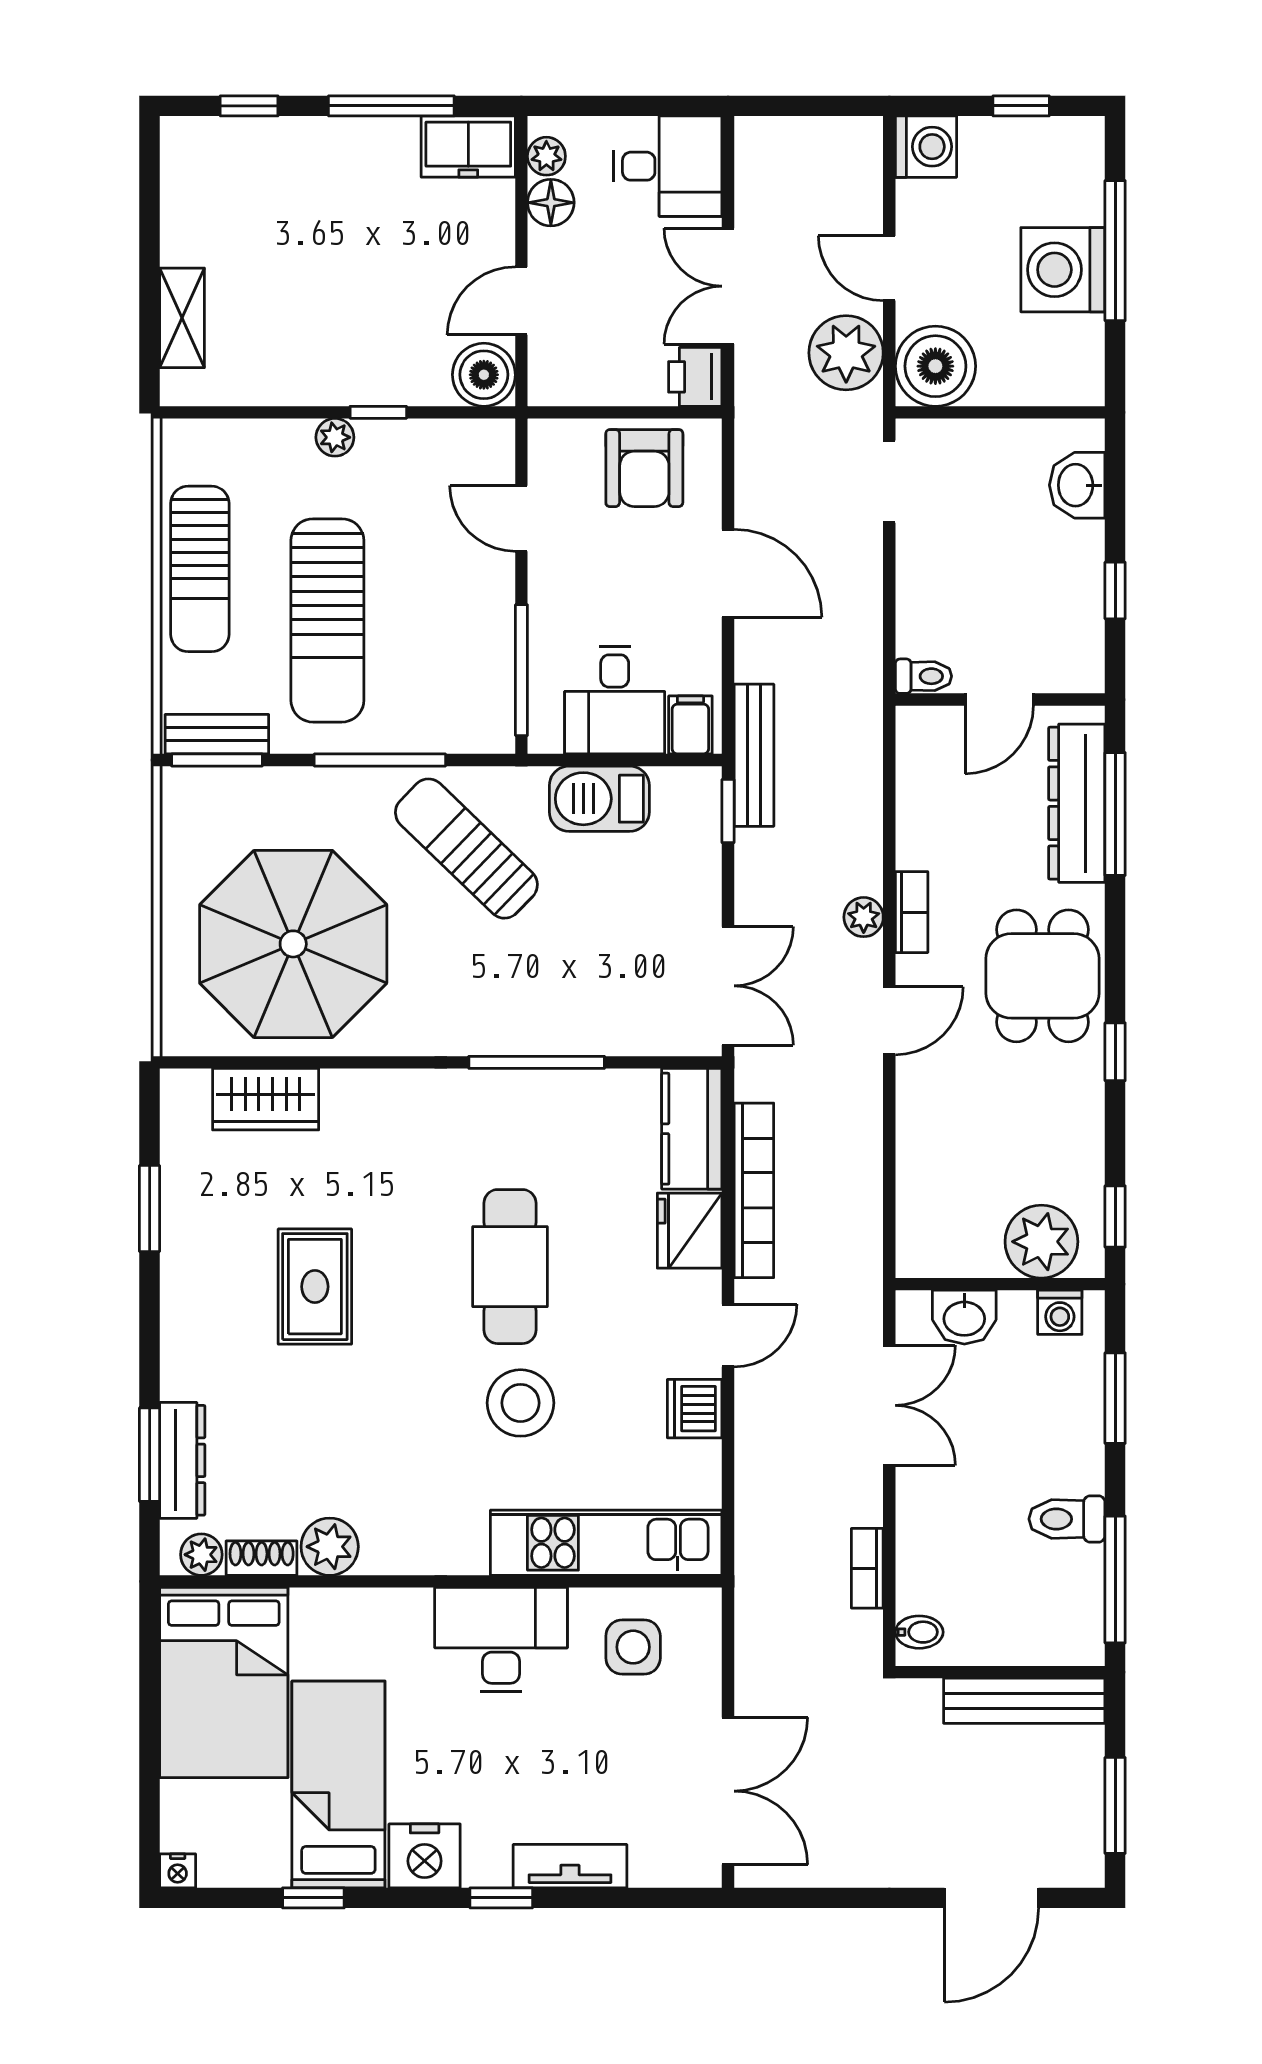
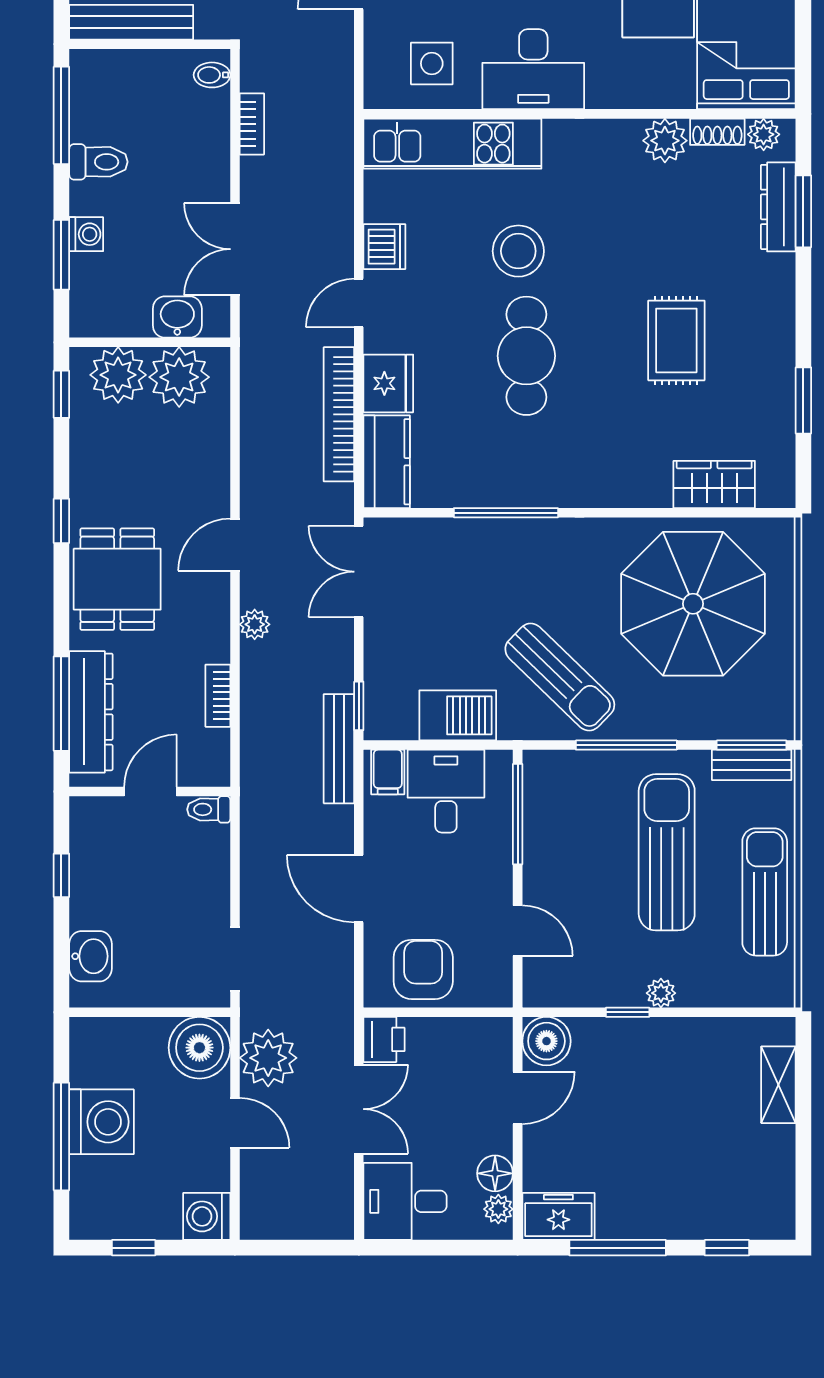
bookcase: (912, 912) -> (218, 696), moved
plant: (962, 1239) -> (179, 377), added
washing machine: (1060, 1312) -> (86, 234), moved, turned 90

